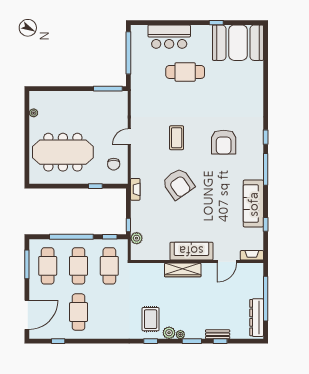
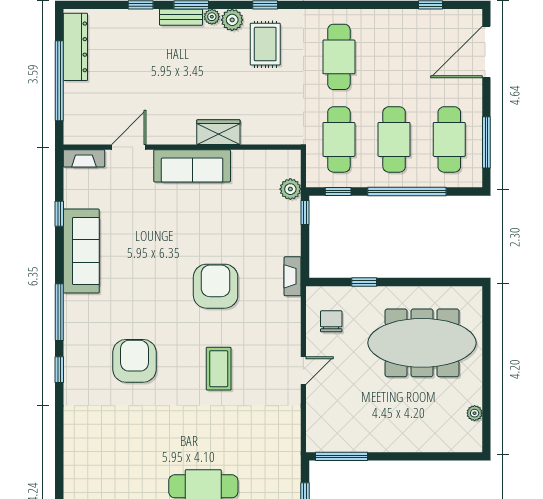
armchair: (178, 184) -> (216, 286), turned 35
wardrobe: (183, 270) -> (218, 132), width x0.67
cafe table: (79, 312) -> (339, 57), moved
bench: (218, 334) -> (181, 17), moved

